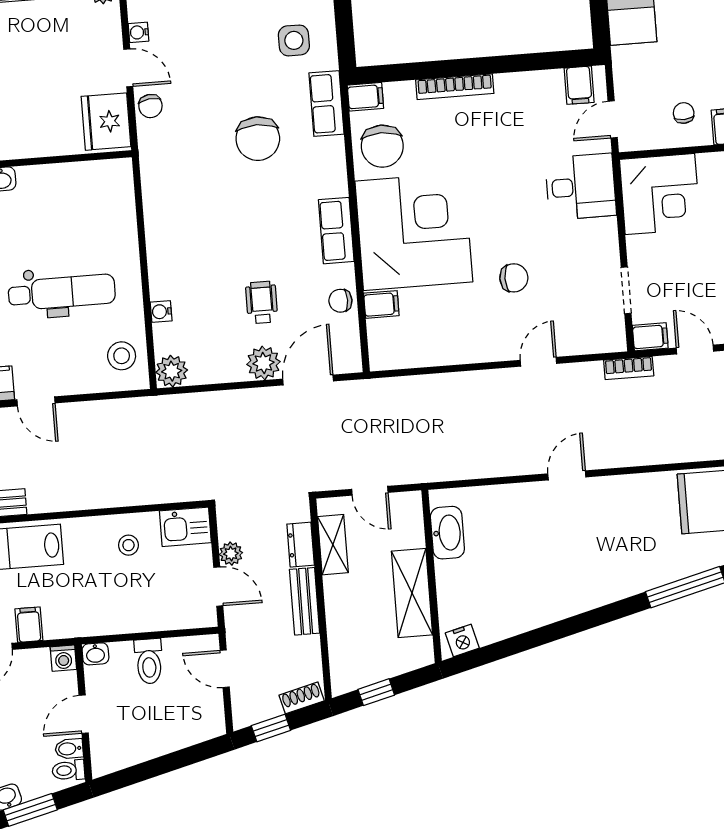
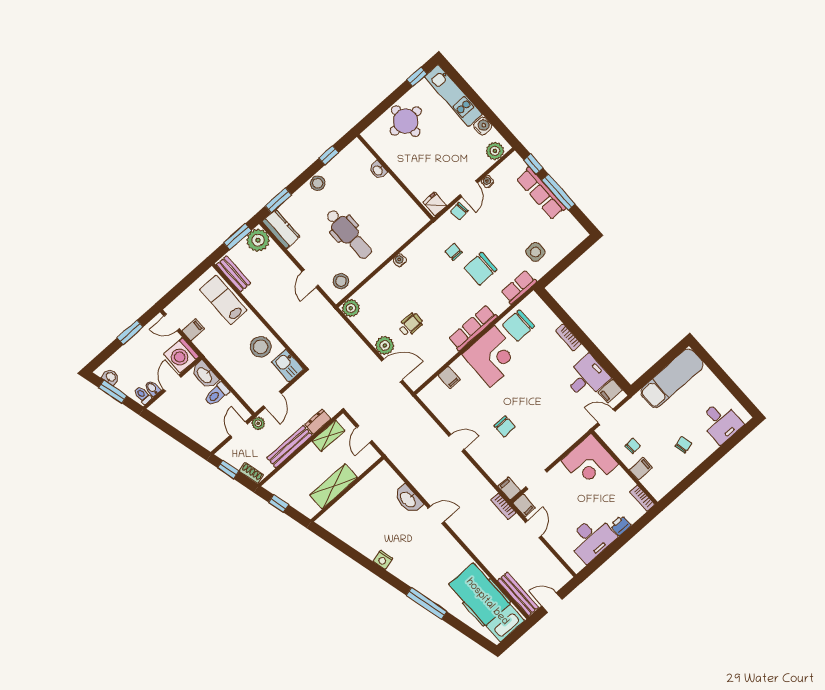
bookcase: (455, 87) -> (568, 337), width x0.64
filing cabinet: (365, 97) -> (509, 488), moved, turned 180
fridge: (106, 122) -> (435, 204), width x0.53, depth x0.75
desk: (581, 187) -> (587, 377), moved, turned -90
row of seats: (336, 231) -> (473, 328), width x1.48
corner desk: (414, 232) -> (492, 356), width x0.74, depth x0.74
chair: (340, 301) -> (454, 252), moved
water cooler: (161, 312) -> (400, 260), moved
door: (538, 362) -> (457, 443), moved
door: (36, 401) -> (310, 278), moved
washbasin: (447, 533) -> (408, 499), moved, turned 90
stool: (128, 545) -> (261, 347), width x1.89, depth x1.89
plant: (231, 554) -> (258, 423), moved
bench: (305, 601) -> (290, 447), width x1.36
nightstand: (462, 641) -> (383, 560), moved
washbasin: (95, 654) -> (205, 375), width x1.91, depth x1.45
washing machine: (63, 658) -> (181, 355), width x1.89, depth x1.89
door: (84, 714) -> (172, 383), hinge flipped

